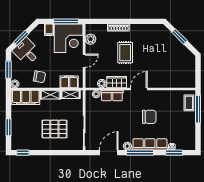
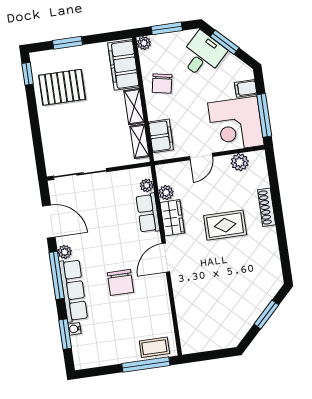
door: (84, 61) -> (201, 156), hinge flipped
door: (139, 89) -> (166, 258), swing flipped
pallet: (54, 129) -> (62, 87), moved, turned 90

